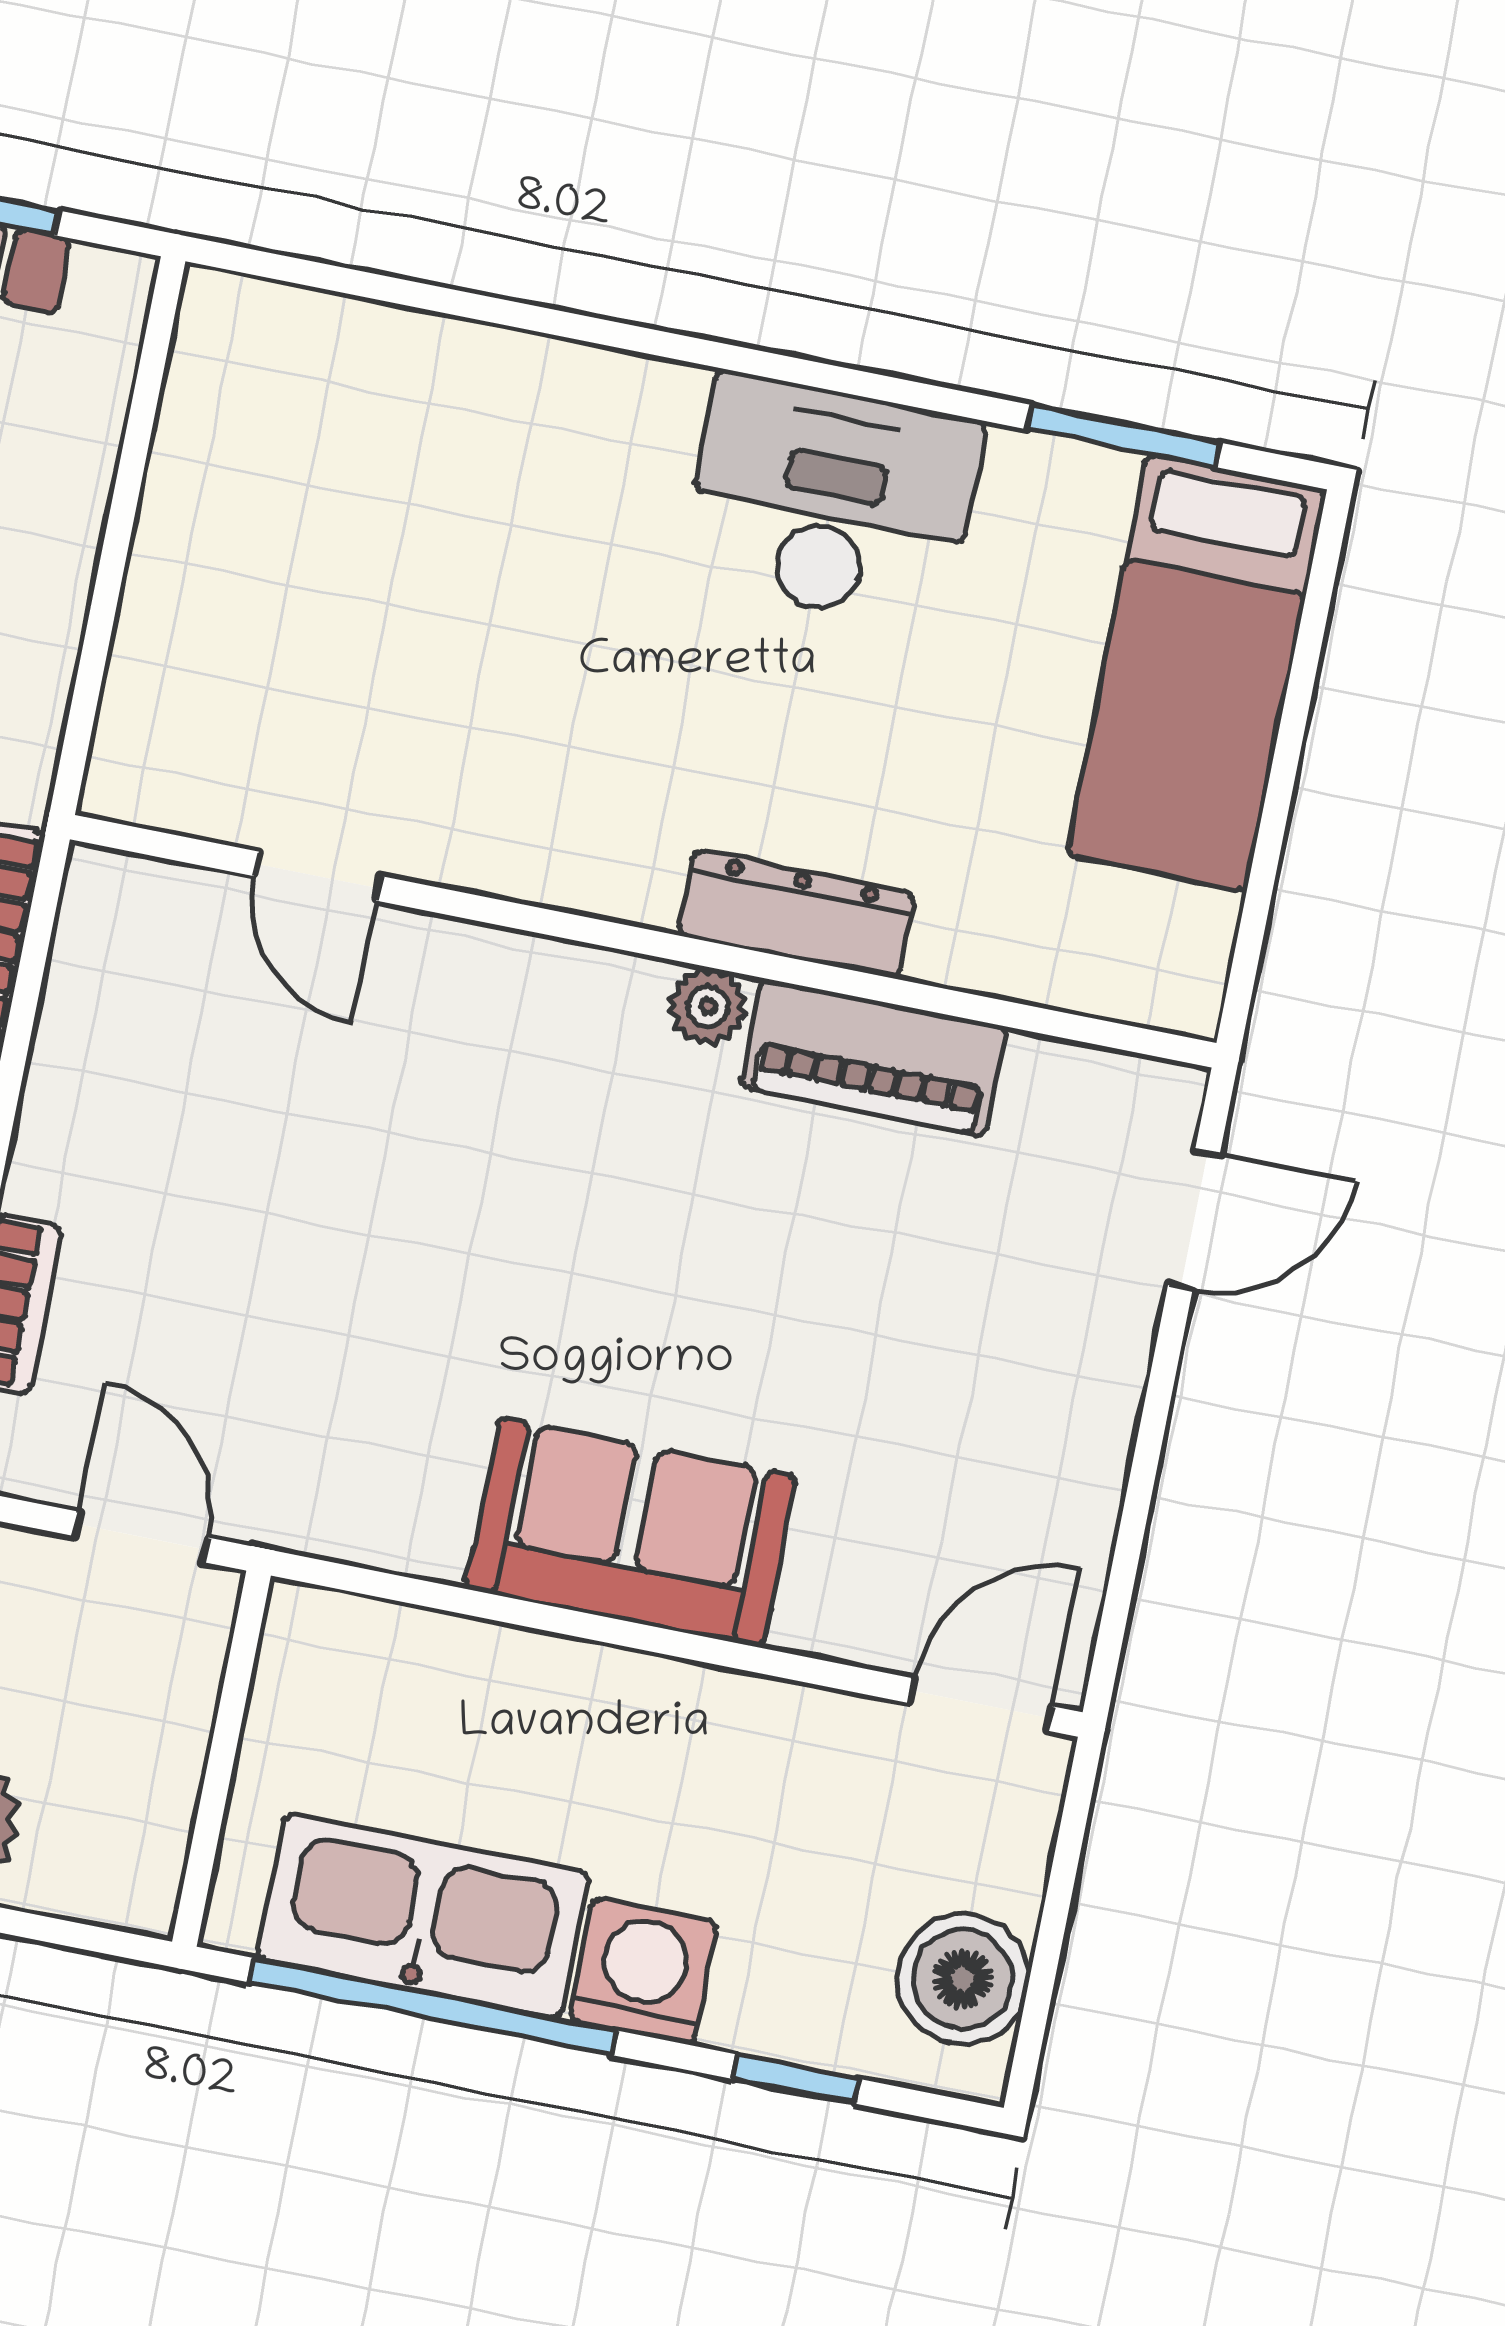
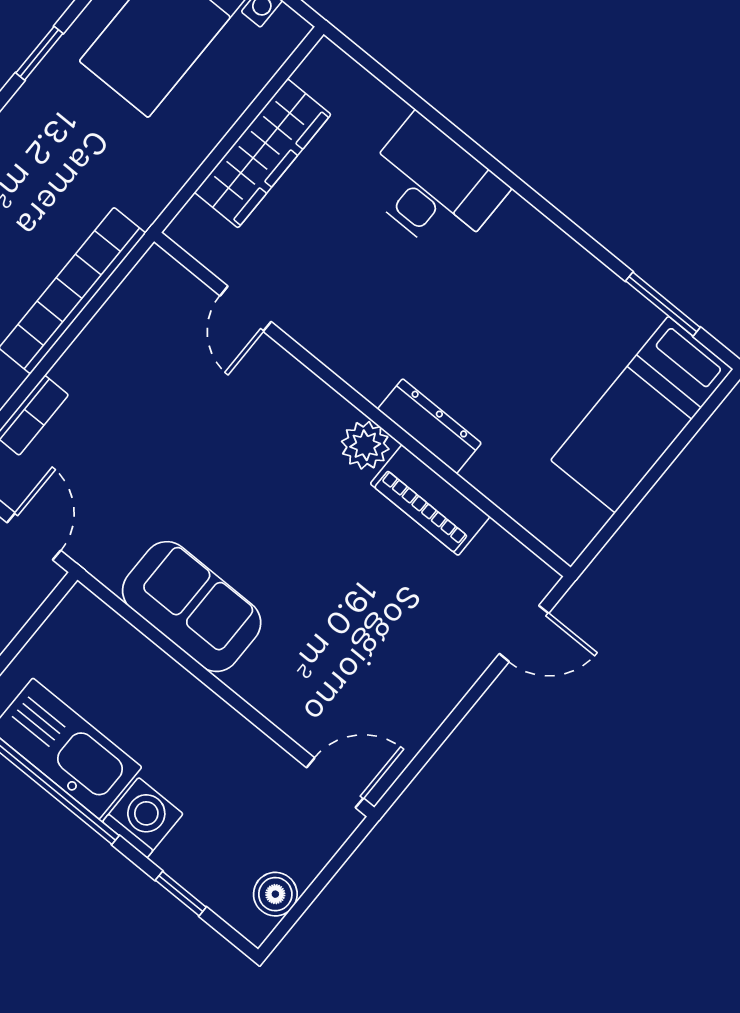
desk: (832, 501) -> (433, 187), moved
wardrobe: (190, 556) -> (263, 153), added
plant: (708, 1006) -> (365, 445), width x1.38, depth x1.38
sofa: (631, 1532) -> (192, 607), moved
boiler: (963, 1979) -> (275, 894), width x0.73, depth x0.73

